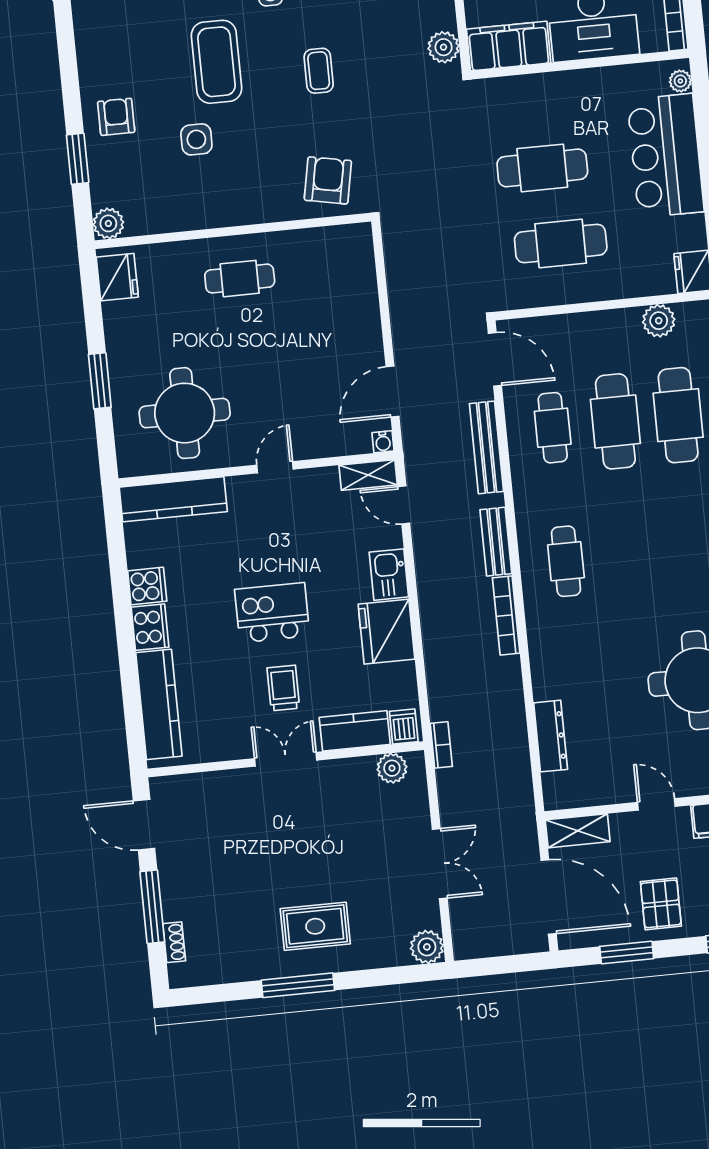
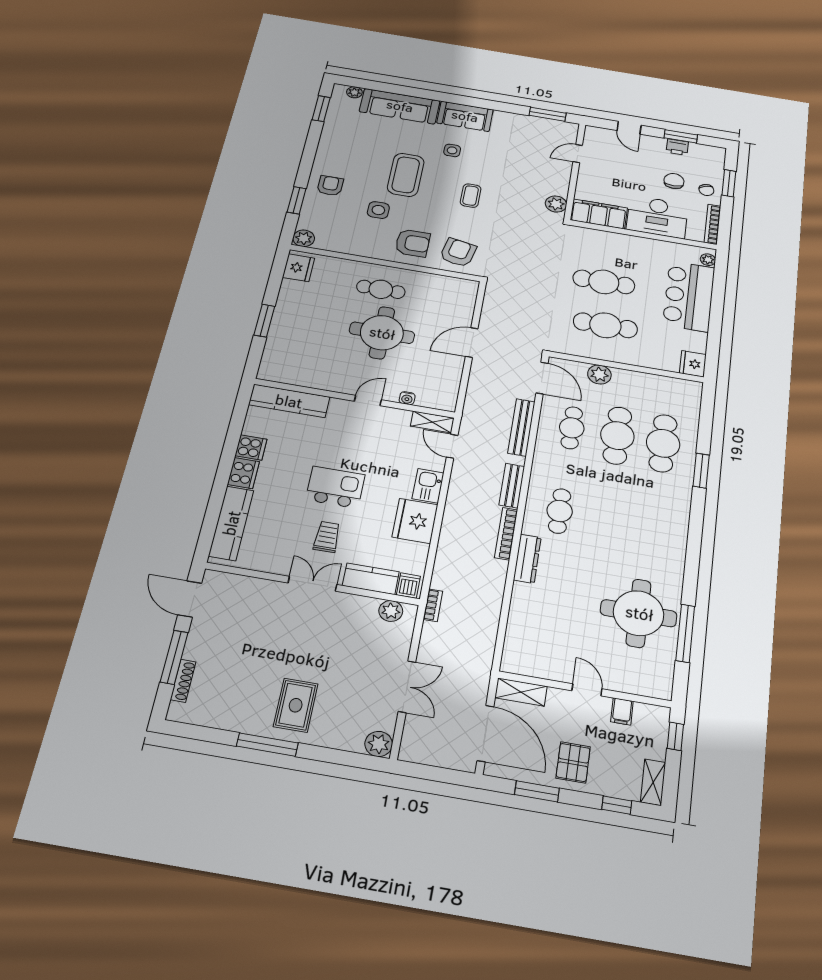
armchair: (260, 184) -> (413, 243), added
plant: (659, 321) -> (599, 375), moved
door: (393, 392) -> (472, 343), moved
round table: (185, 413) -> (382, 333), moved
water cooler: (383, 442) -> (407, 398), moved
dresser: (551, 736) -> (527, 559), moved
rug: (315, 926) -> (296, 705), turned 90
shoe rack: (174, 942) -> (183, 681), width x1.43

